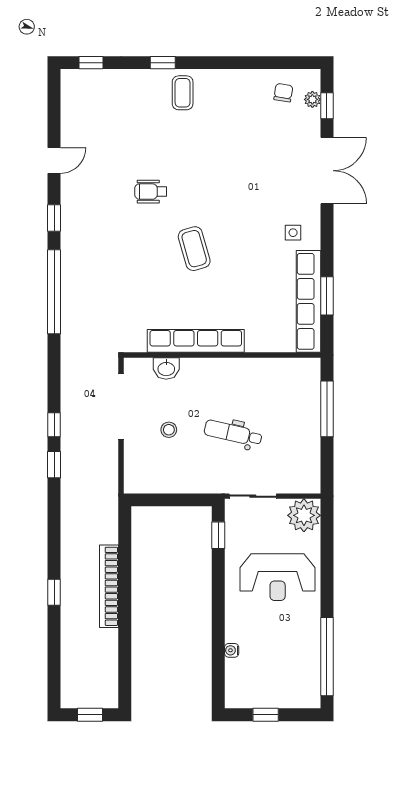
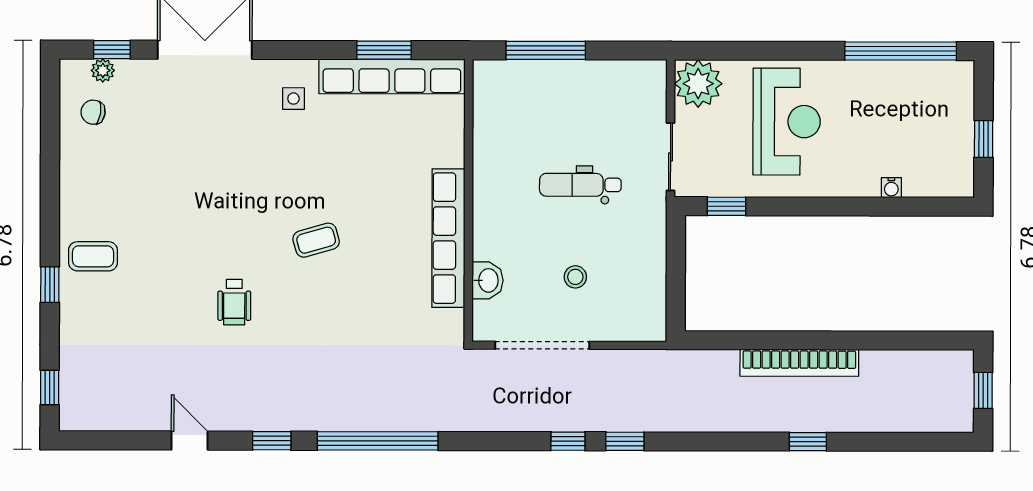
coffee table: (194, 249) -> (316, 240), width x0.73, depth x0.77
dental chair: (233, 433) -> (580, 185), turned 77

